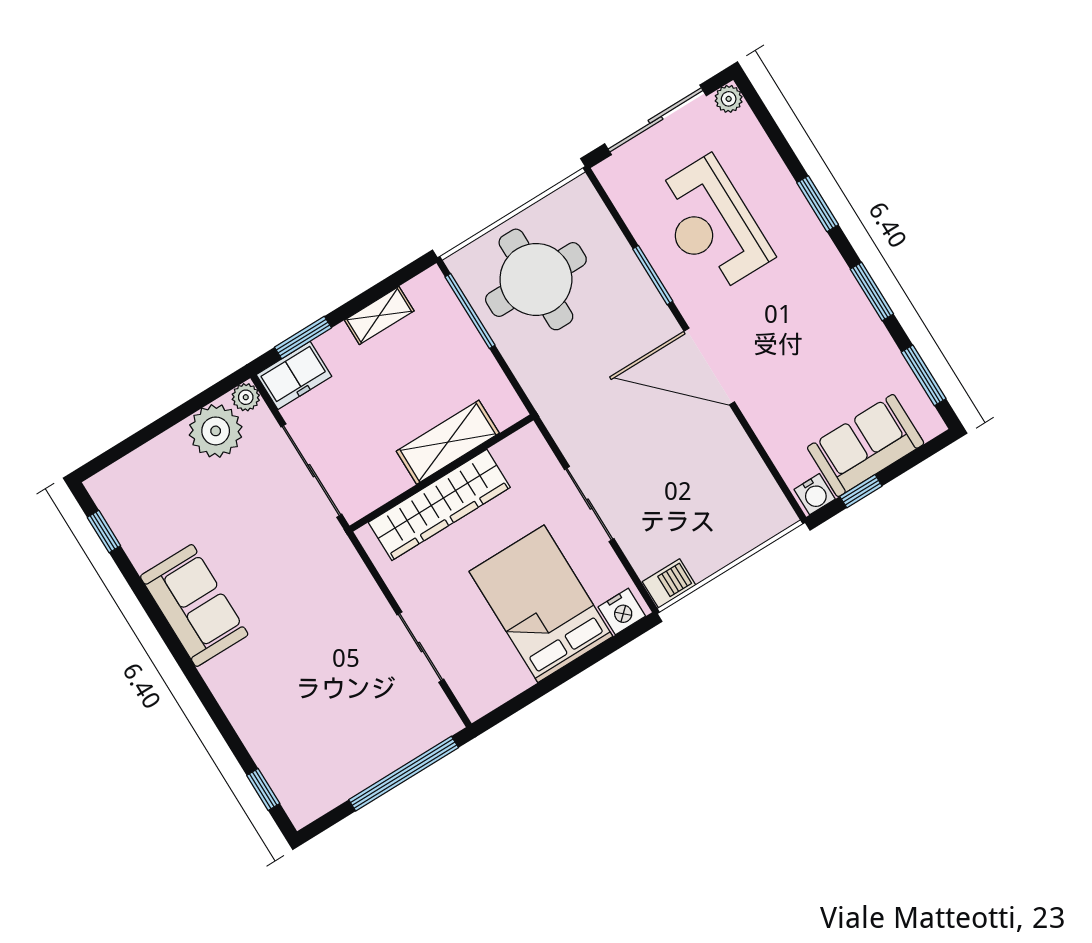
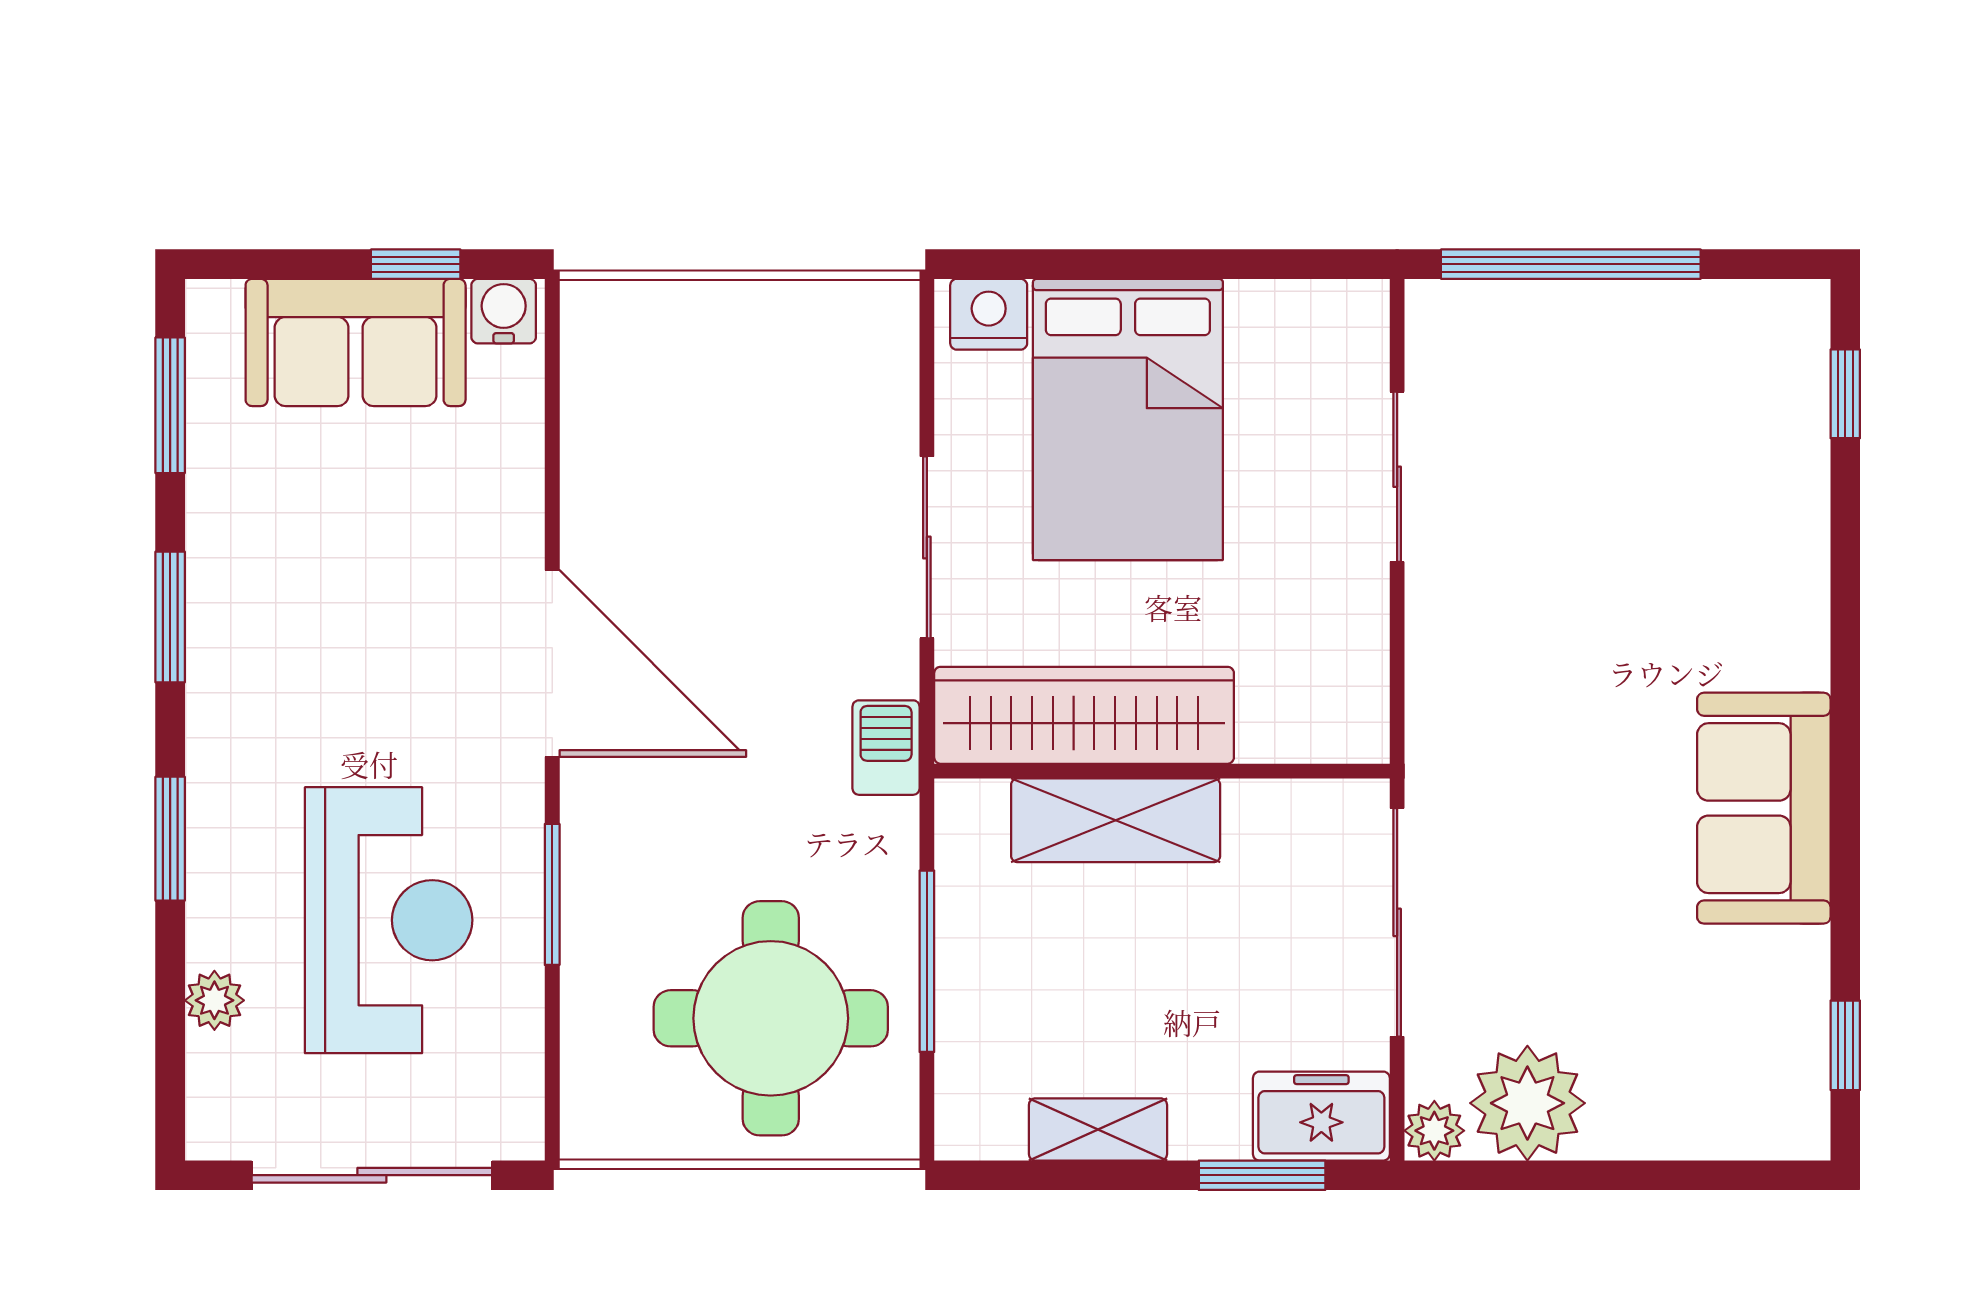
plant: (729, 99) -> (214, 1000), moved
window: (470, 311) -> (927, 961), moved
wardrobe: (439, 505) -> (1084, 715), moved
barbecue: (669, 583) -> (886, 748), moved, turned 90

